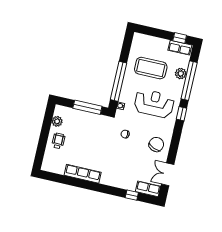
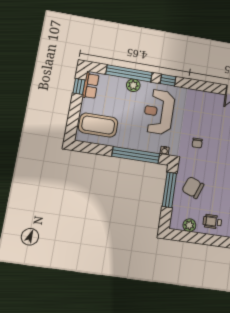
coffee table: (151, 68) -> (98, 125), moved, turned 90
plant: (181, 74) -> (133, 85), moved
chair: (156, 144) -> (193, 188), moved

